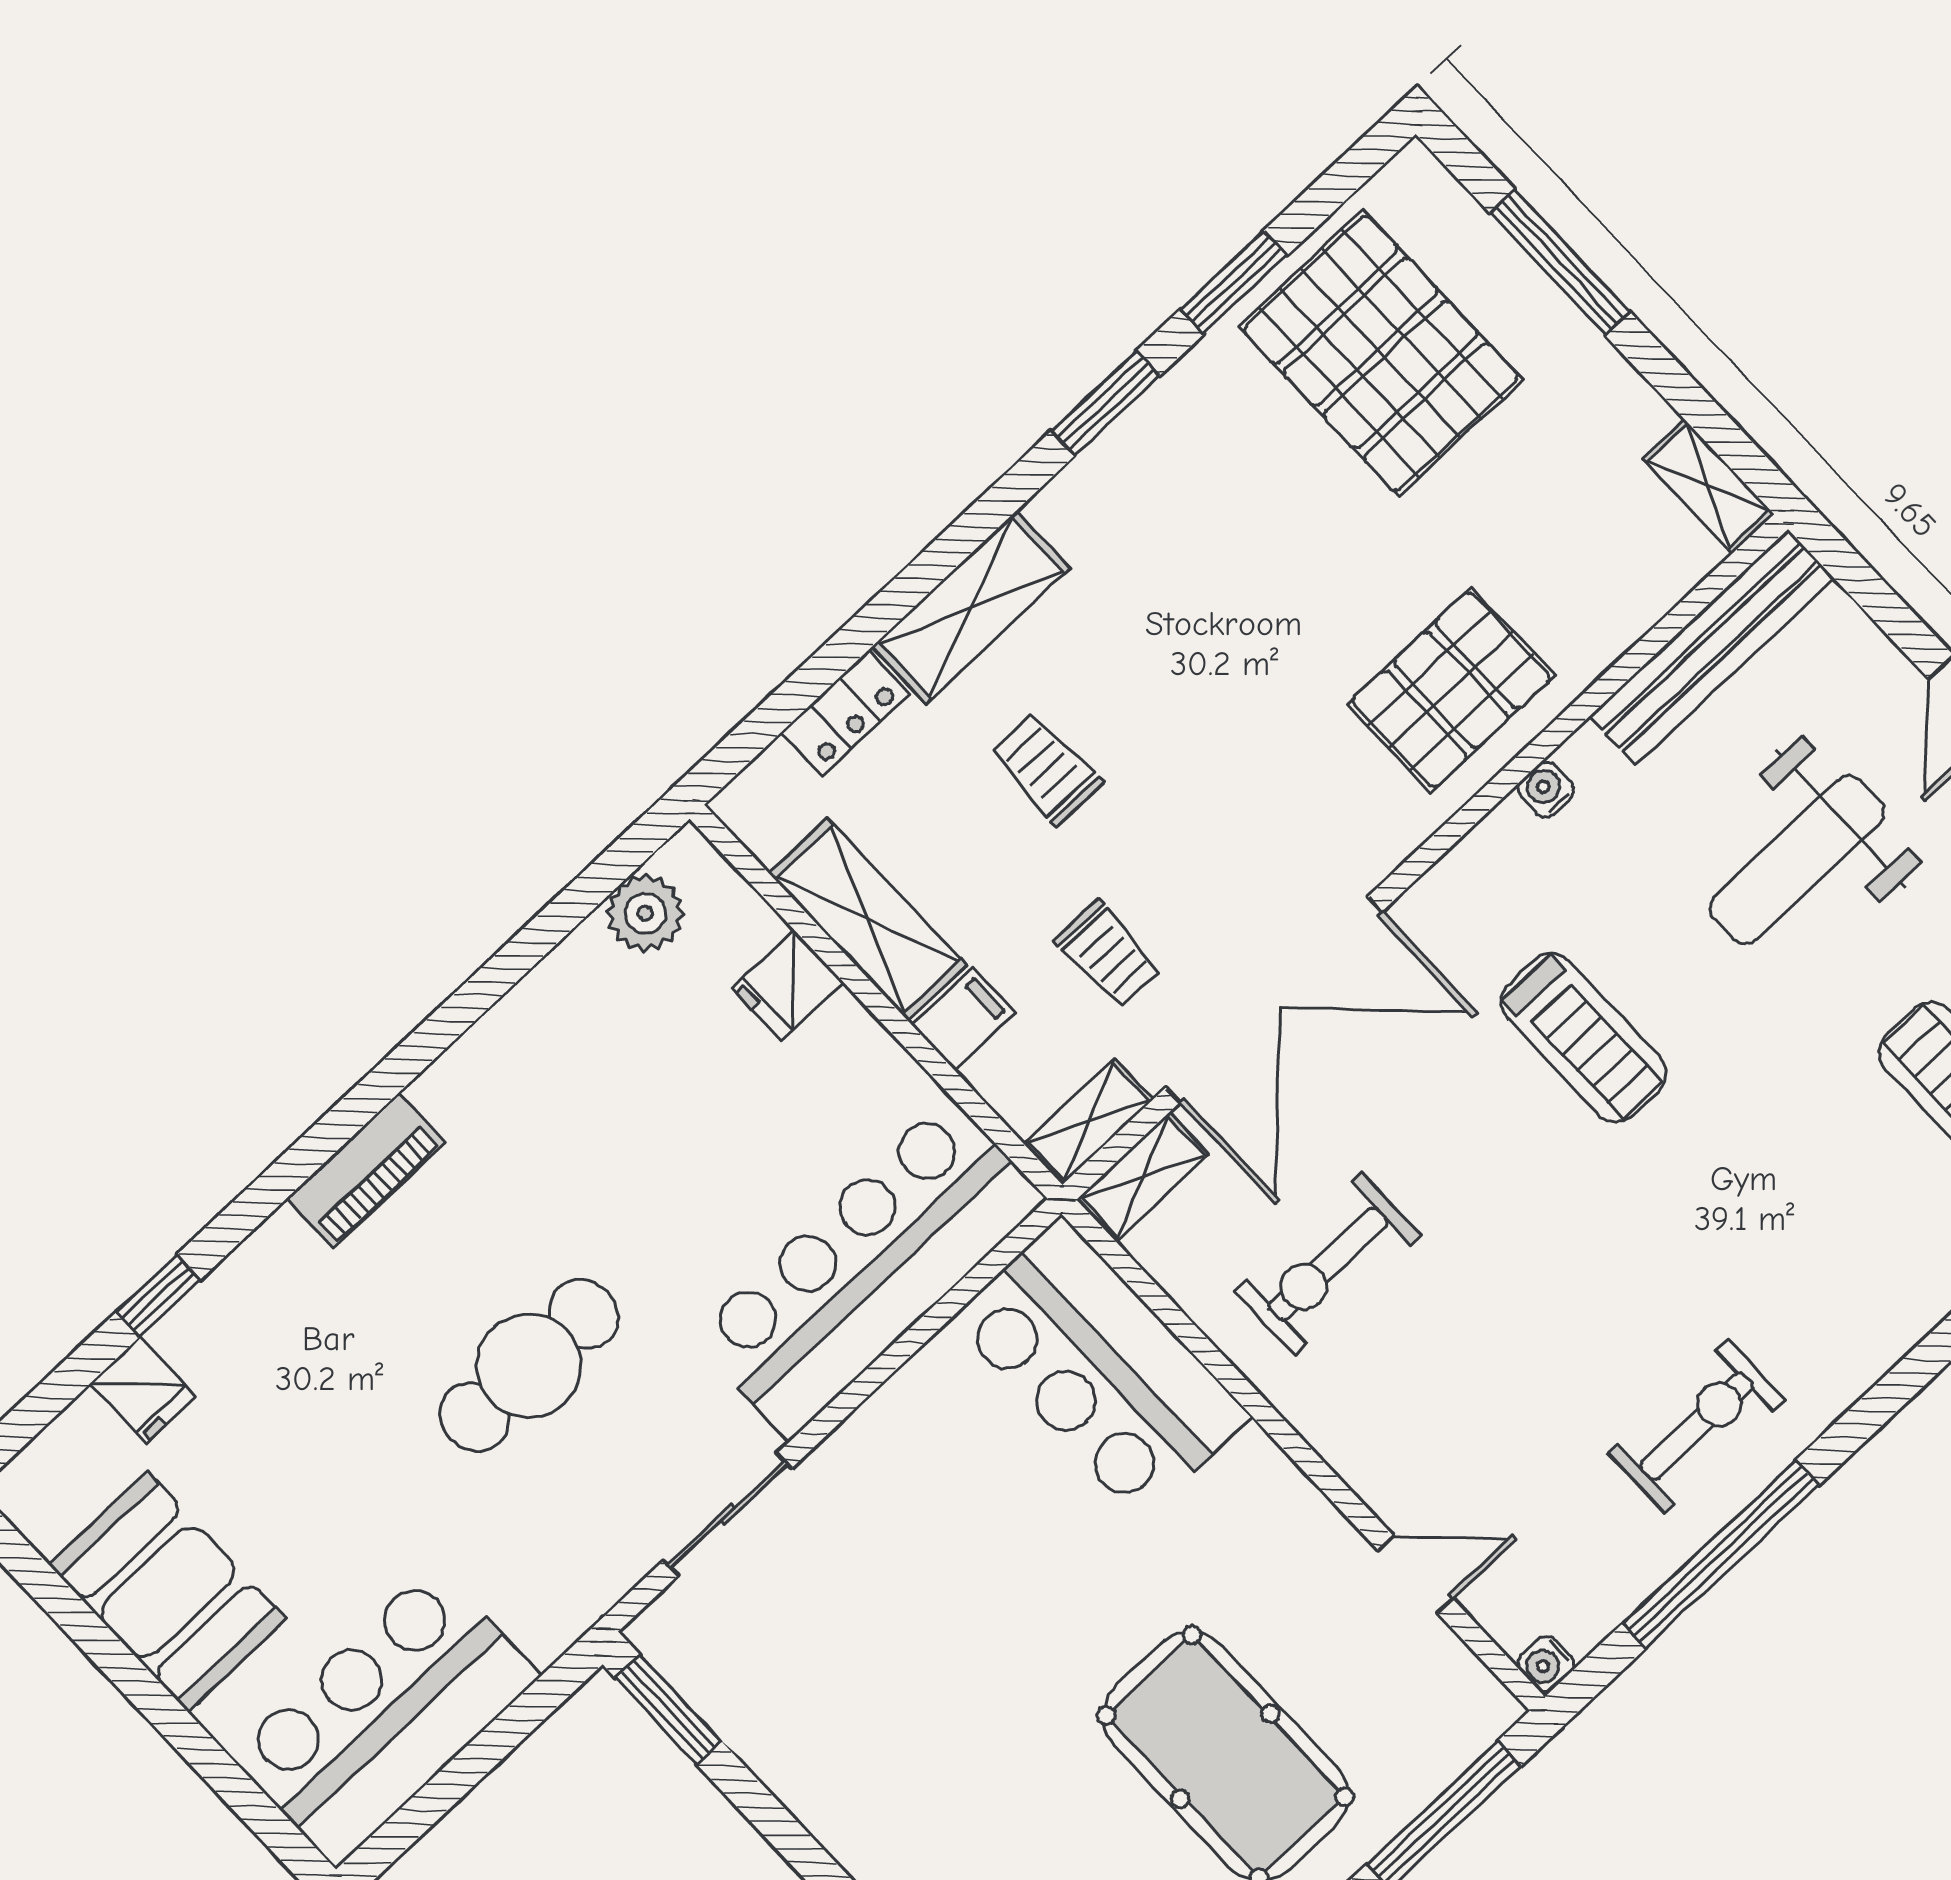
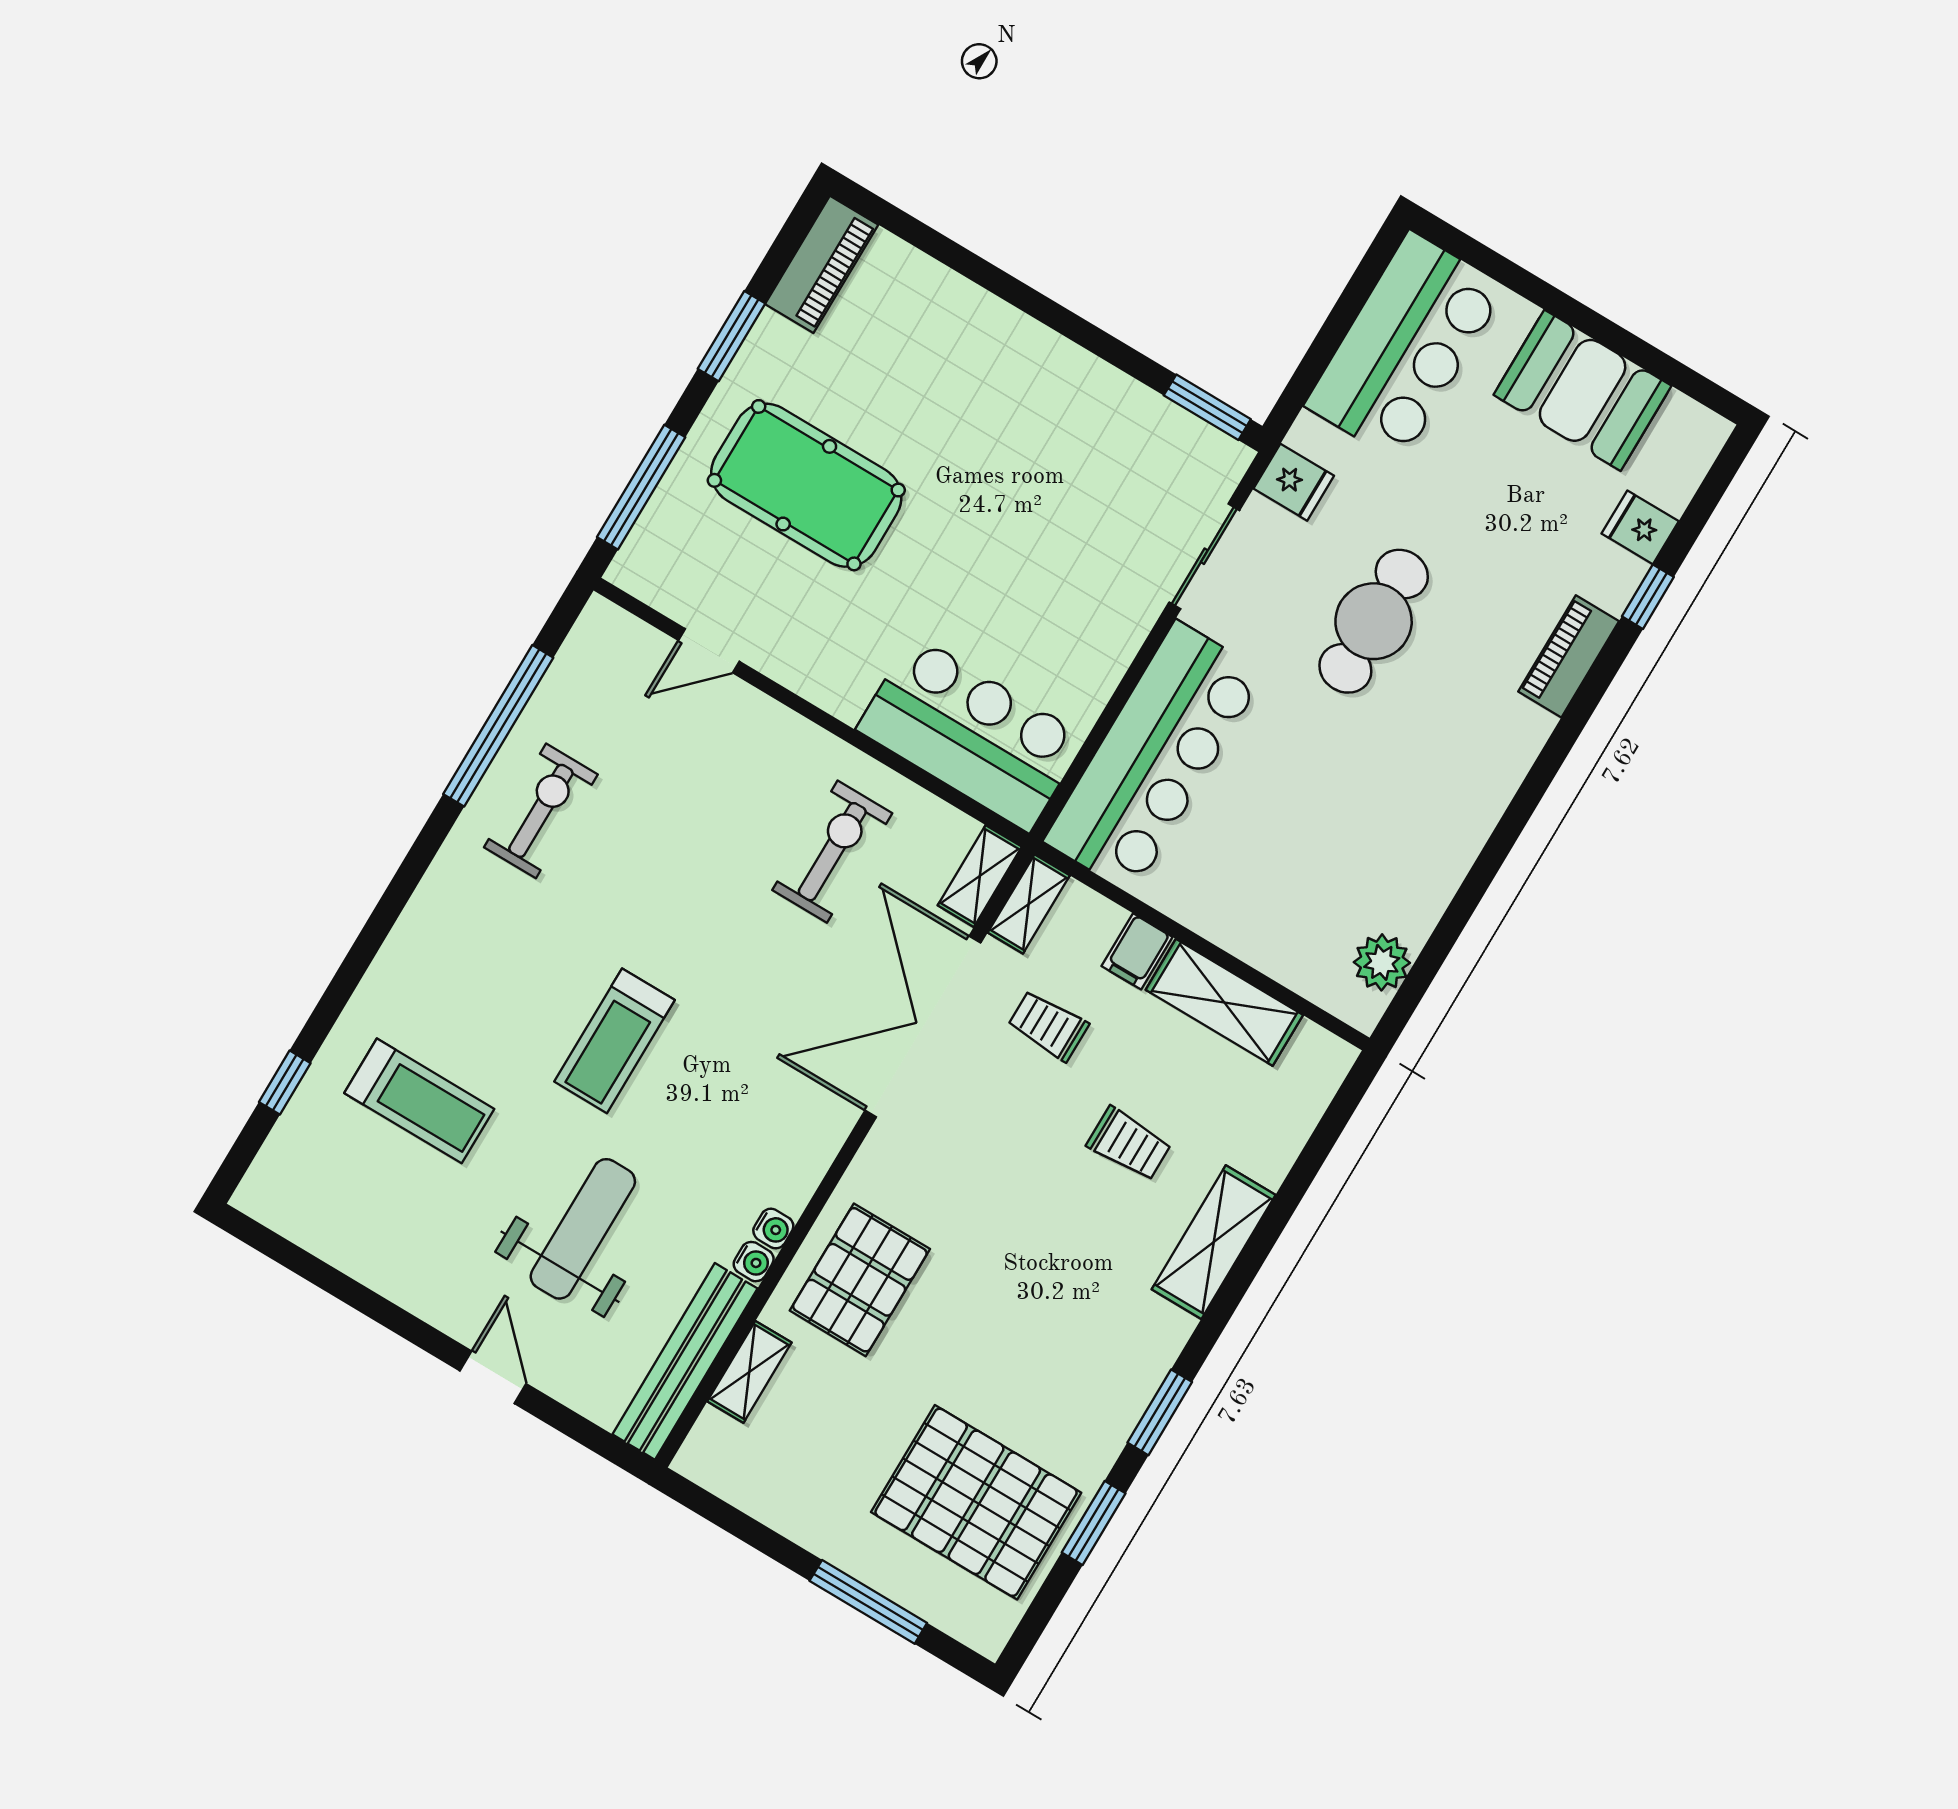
shelving: (1708, 486) -> (749, 1372), moved, turned 90
locker: (845, 713) -> (1281, 1143), removed
fridge: (788, 985) -> (1294, 482), moved, turned 90
treadmill: (1584, 1038) -> (615, 1041), moved, turned -90
piano: (366, 1171) -> (1569, 656), moved
exercise bike: (1696, 1426) -> (541, 811), turned 180
water cooler: (1546, 1664) -> (754, 1262), moved, turned 90

